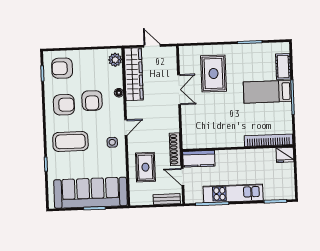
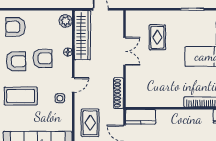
rug: (214, 73) -> (157, 37), width x0.73, depth x0.70
armchair: (92, 101) -> (42, 58), turned -90
shoe rack: (175, 149) -> (119, 93), moved

